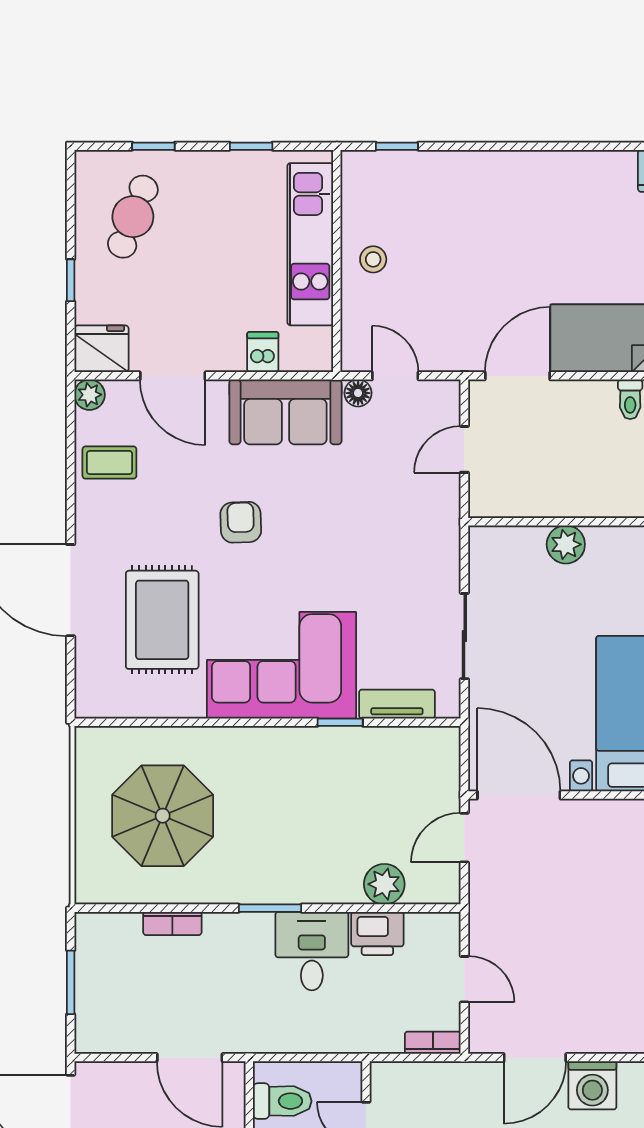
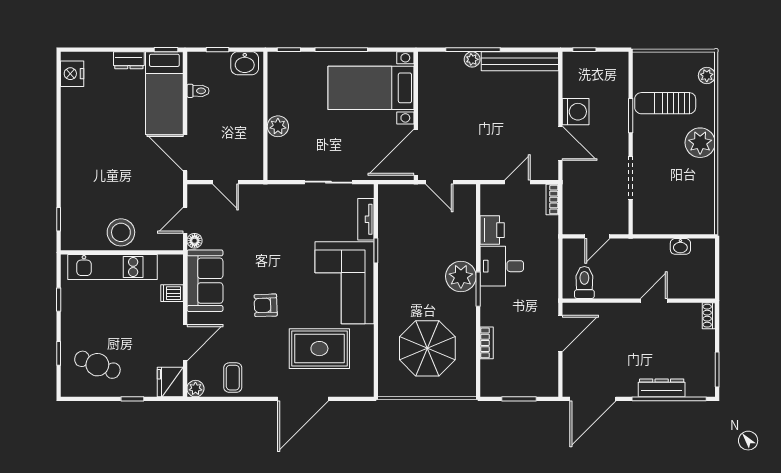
stool: (373, 259) -> (121, 232), width x1.89, depth x1.89
plant: (384, 884) -> (461, 276), moved, width x1.36, depth x1.36

